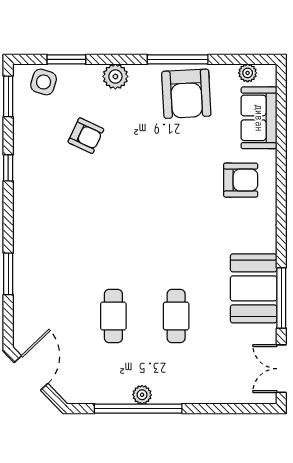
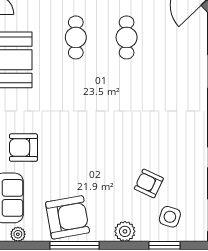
side table: (44, 82) -> (170, 217), moved
armchair: (186, 94) -> (68, 217), turned 83

